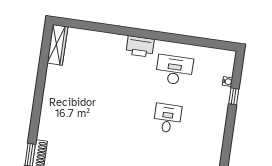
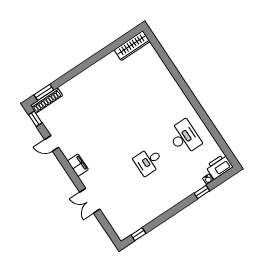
printer: (140, 46) -> (219, 167), moved, turned 90
desk: (167, 118) -> (148, 161), turned 180

